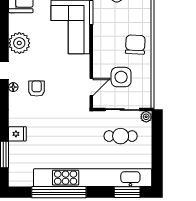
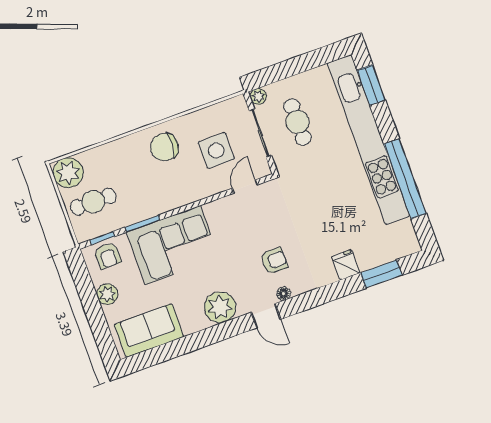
door: (91, 87) -> (245, 187), hinge flipped
armchair: (37, 89) -> (274, 261), turned 180

